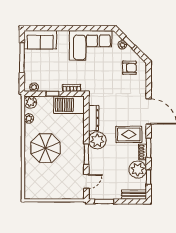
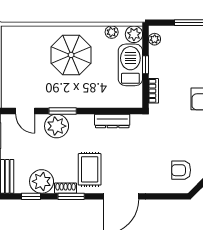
armchair: (129, 68) -> (181, 170), turned 90
barbecue: (69, 105) -> (130, 65), moved
plant: (97, 140) -> (57, 126), moved

